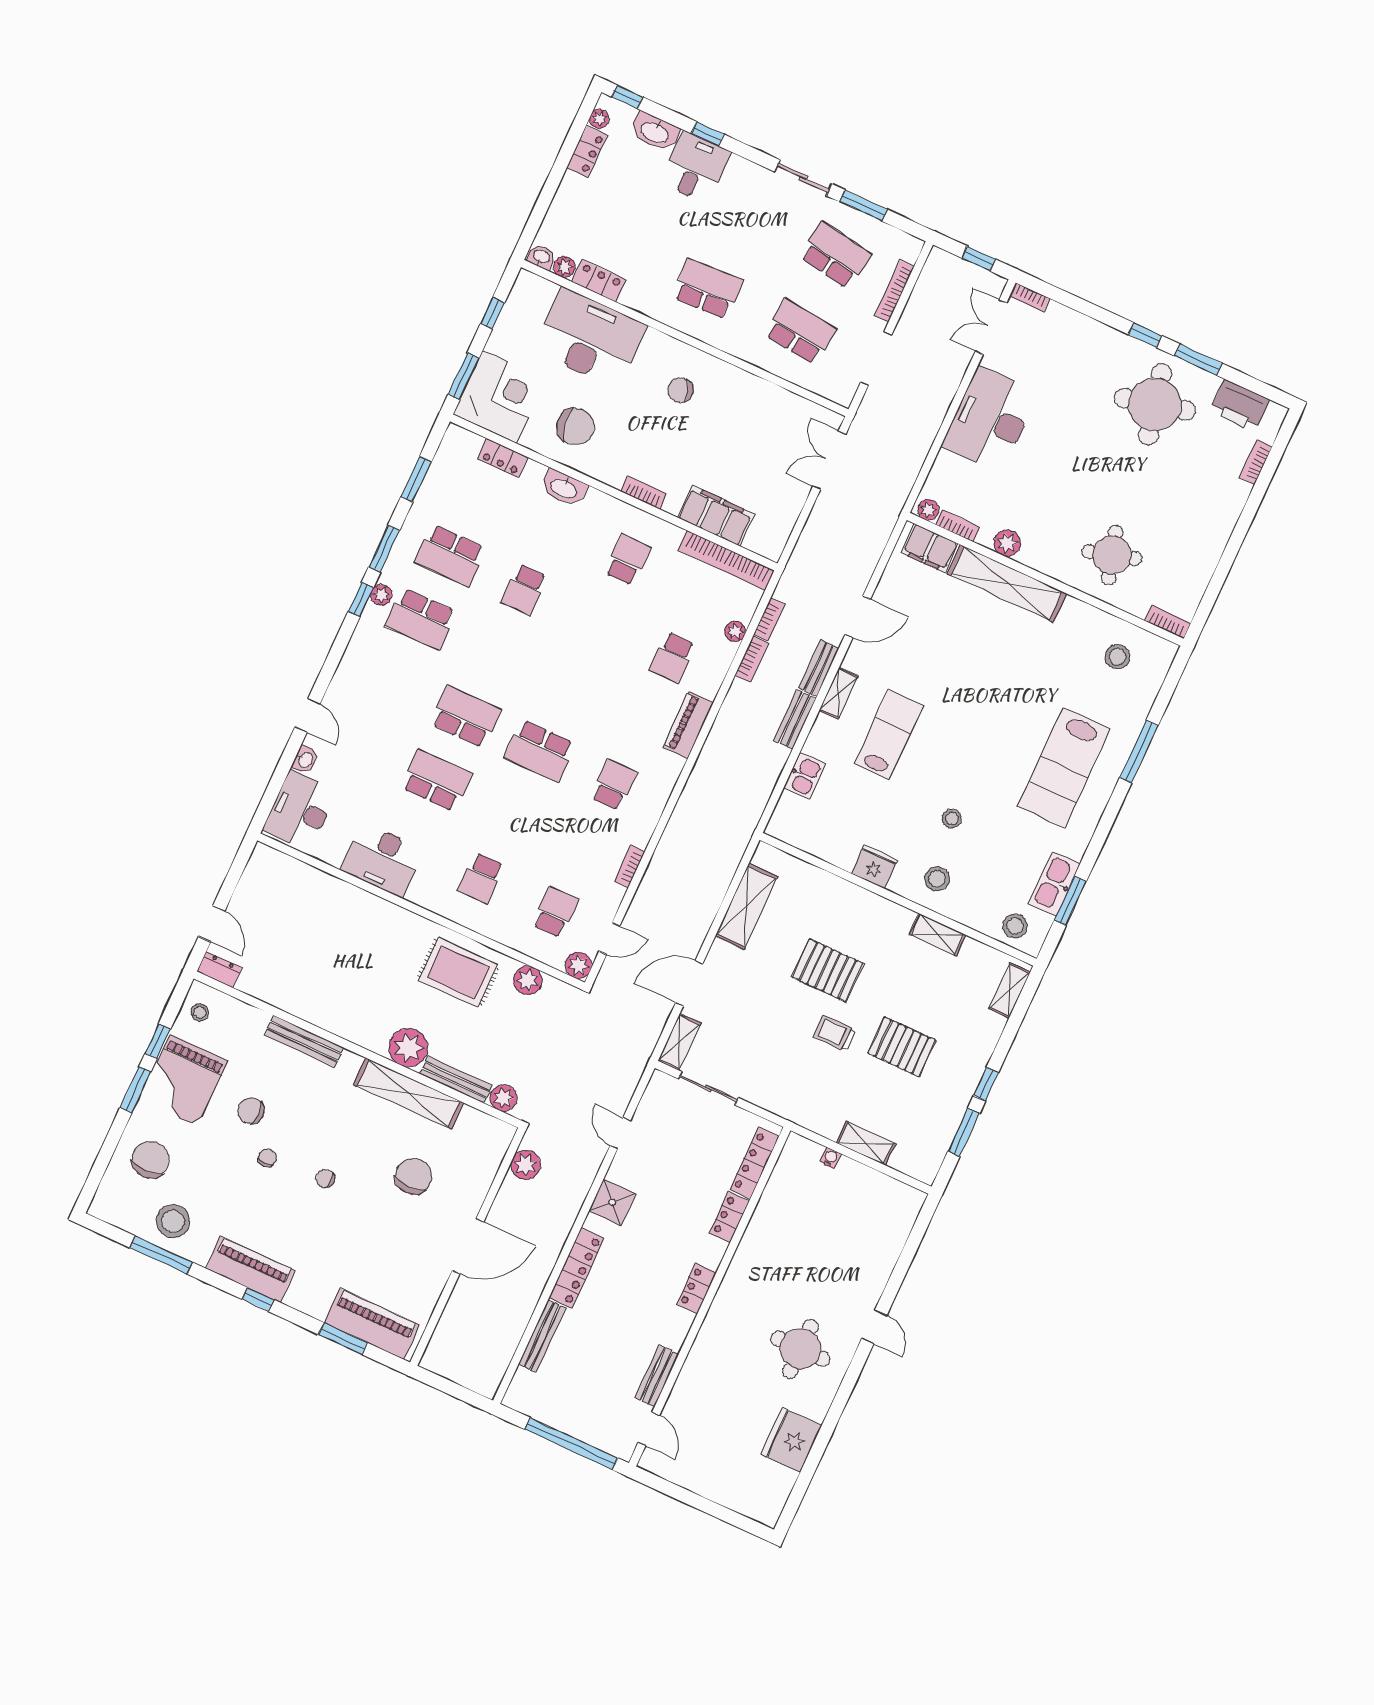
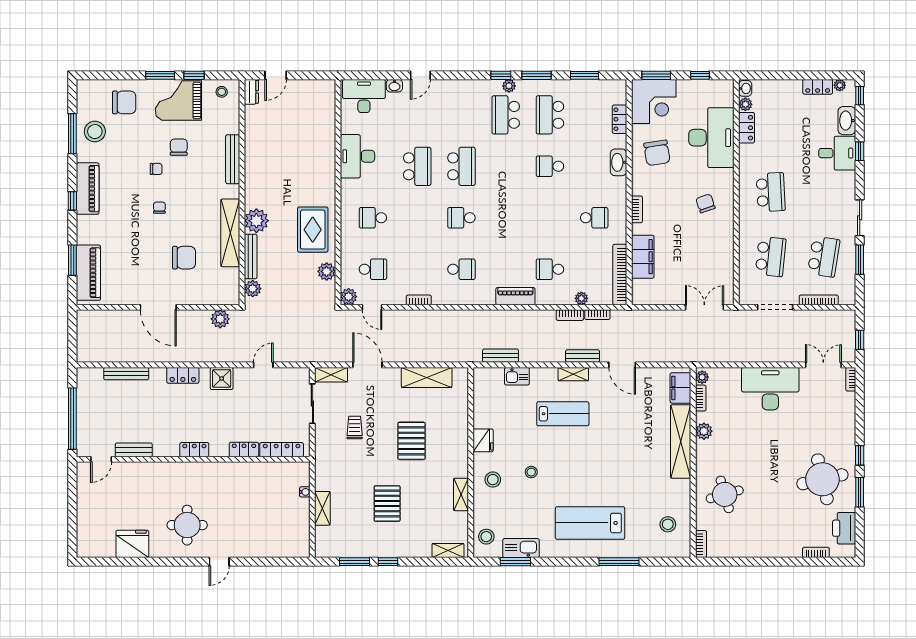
bench: (795, 719) -> (501, 356), moved
school desk: (540, 751) -> (461, 218), width x0.54
trolley: (835, 1033) -> (355, 427), moved
locker: (577, 1268) -> (183, 375), width x0.66

